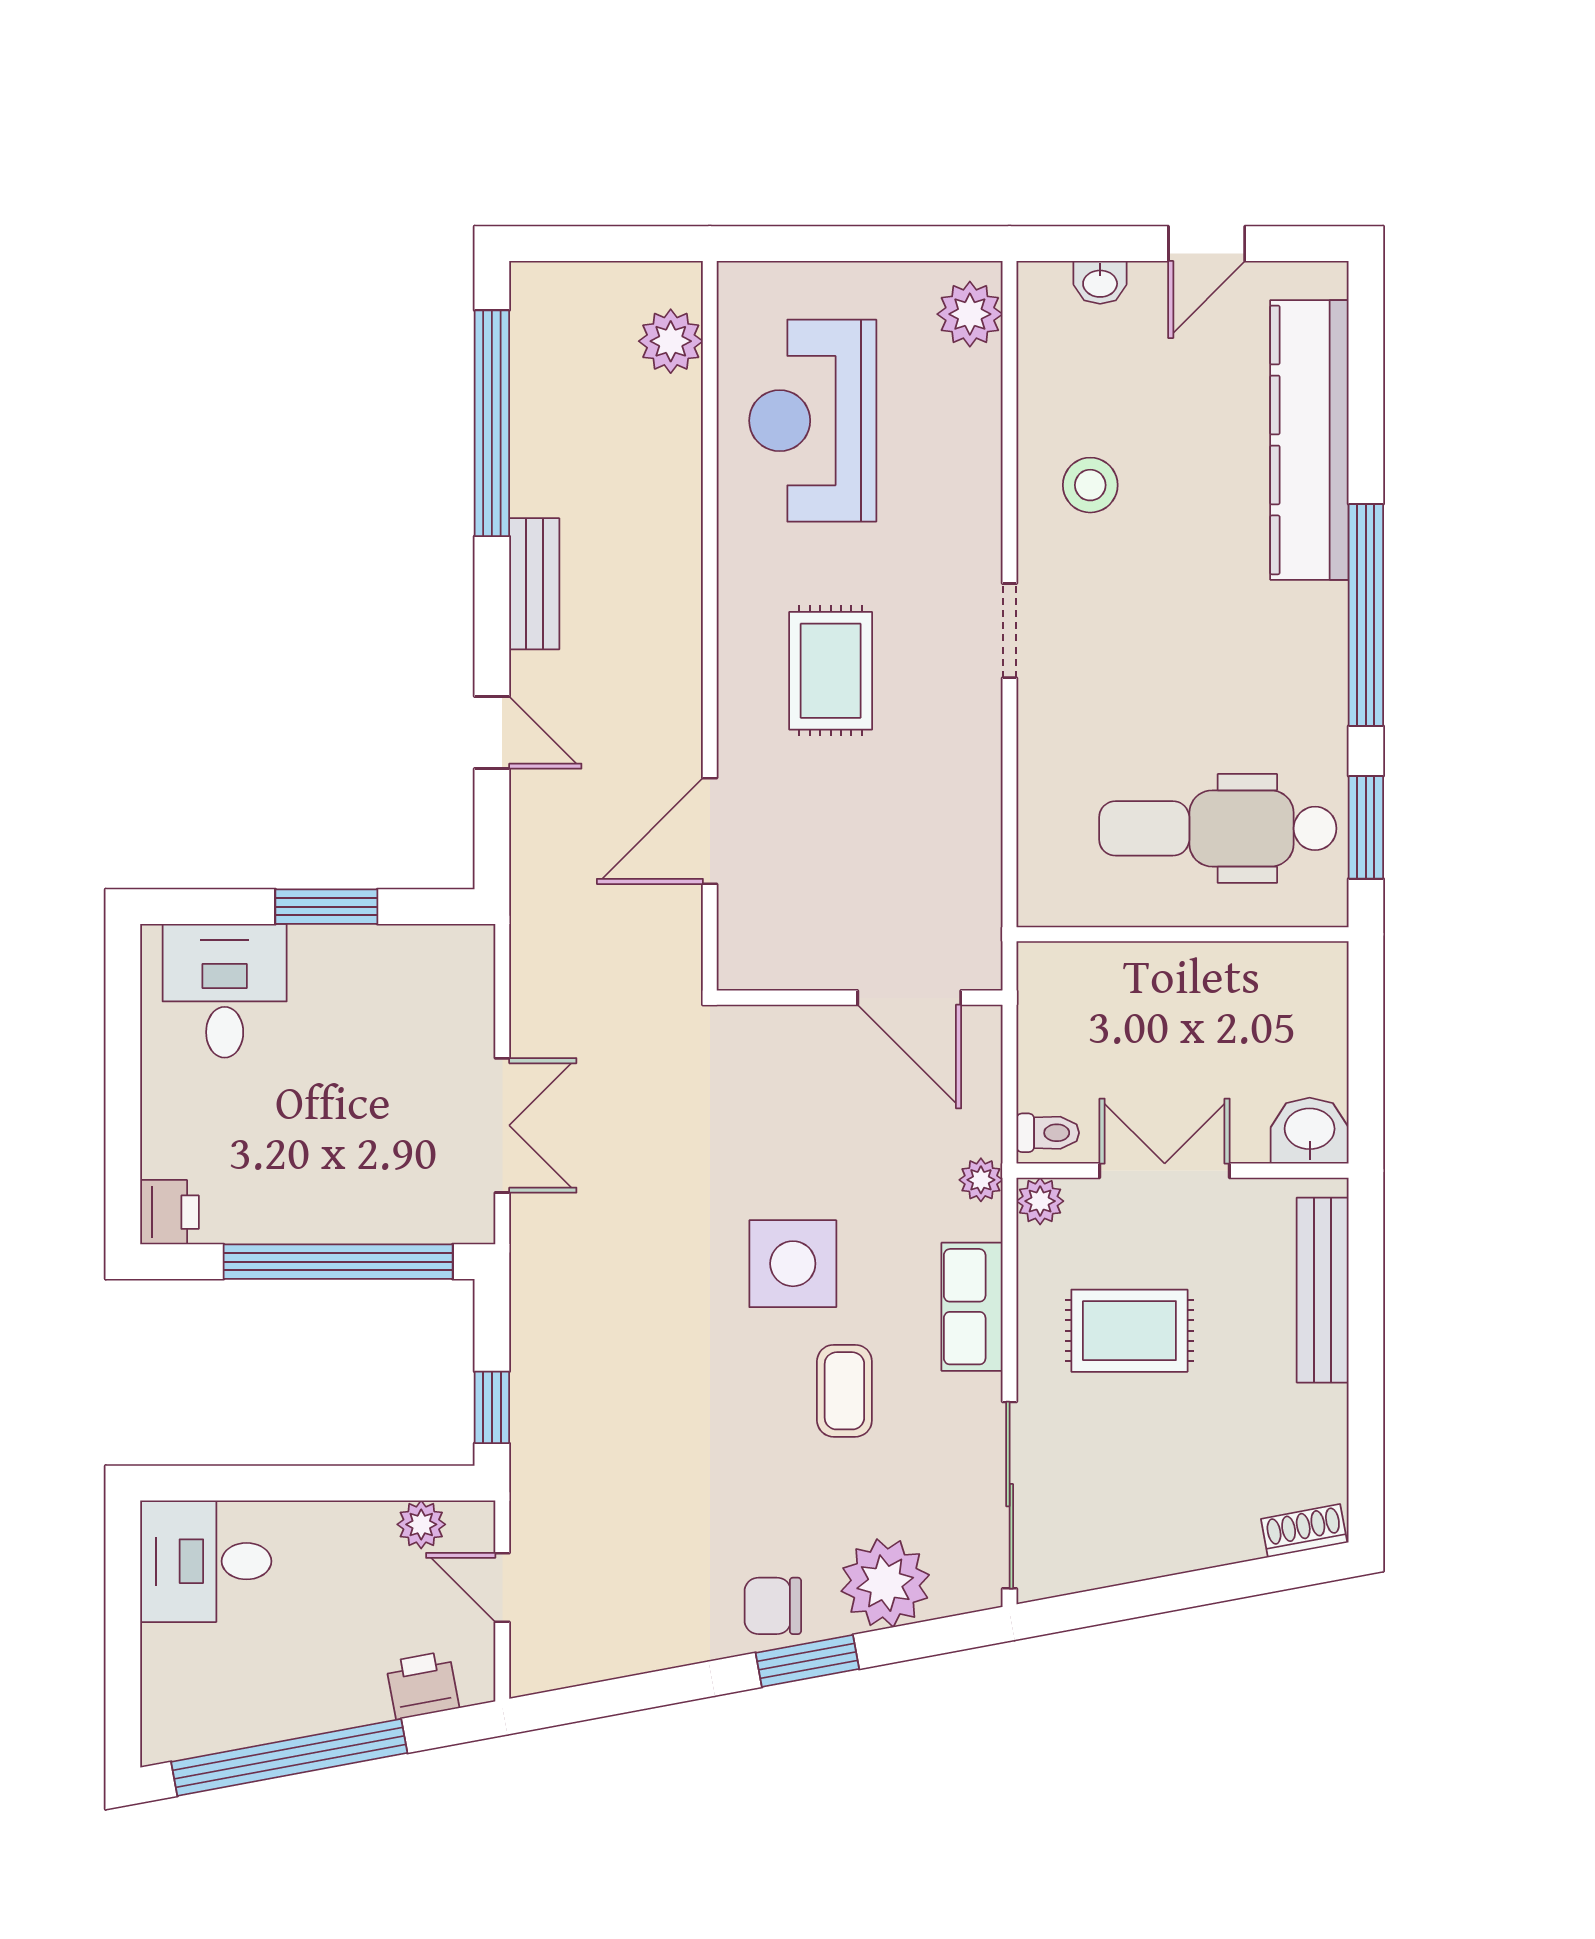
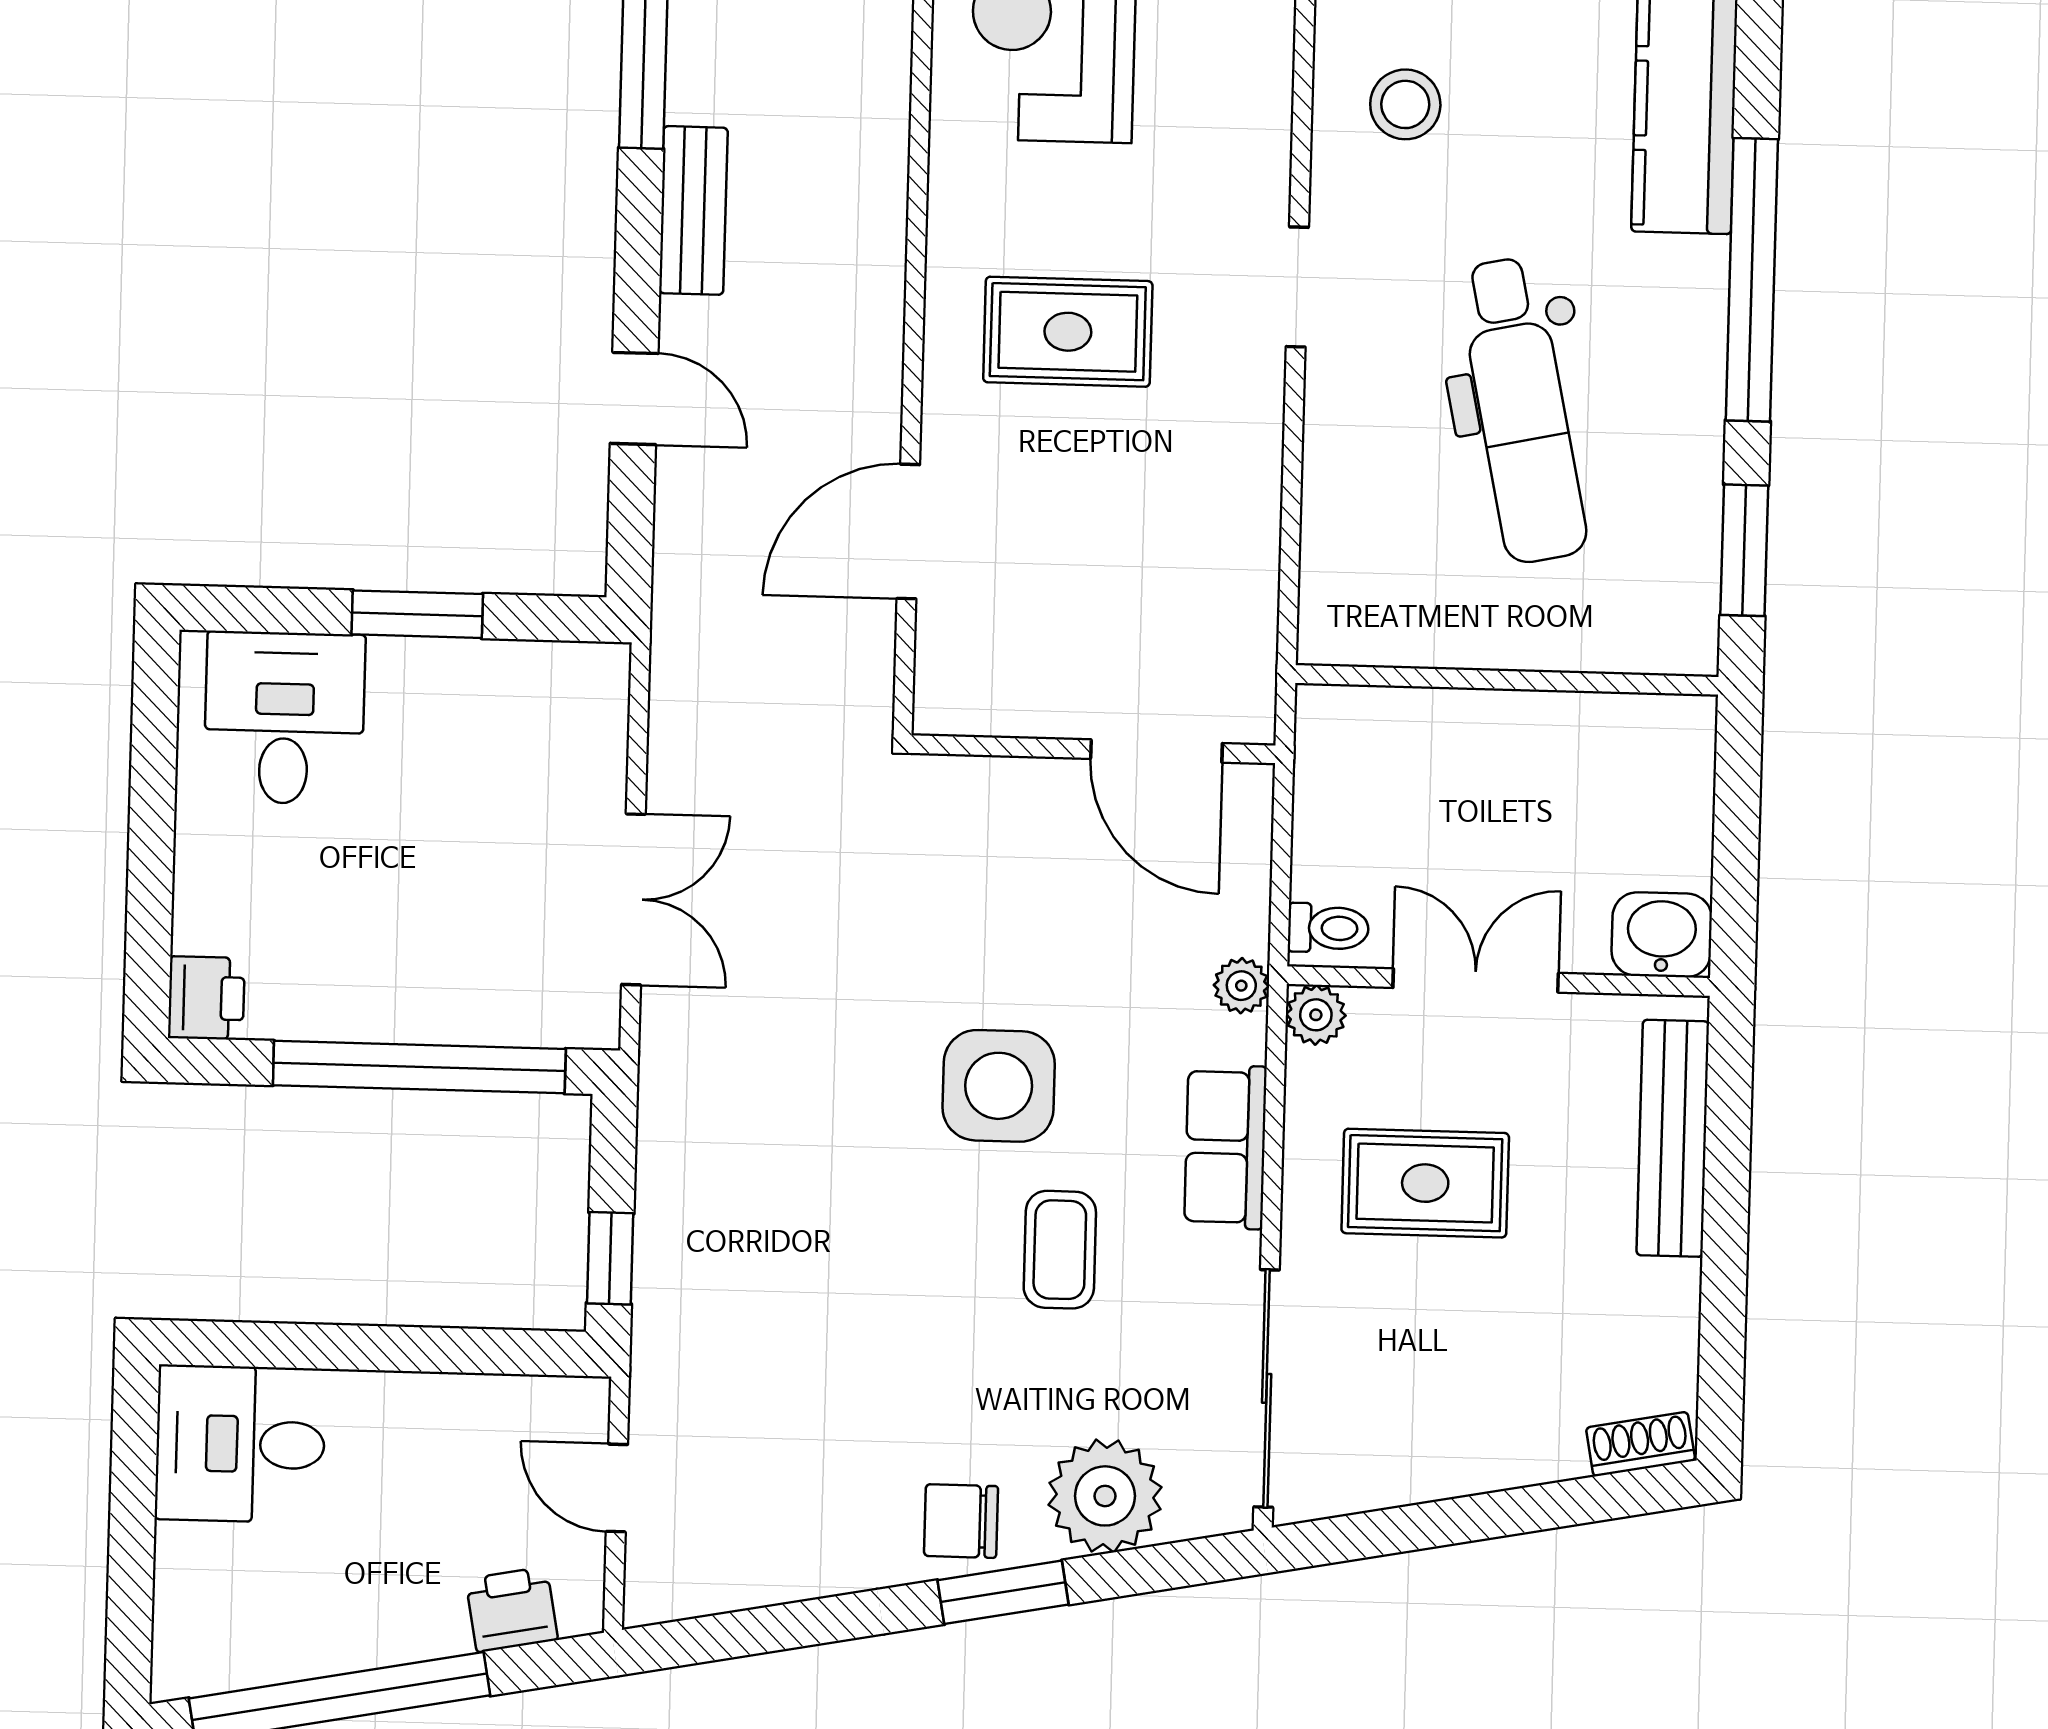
rug: (831, 671) -> (1068, 332), turned 90
dental chair: (1218, 828) -> (1522, 410), moved, turned -102
plant: (421, 1524) -> (516, 1405), removed

